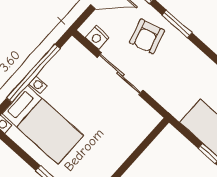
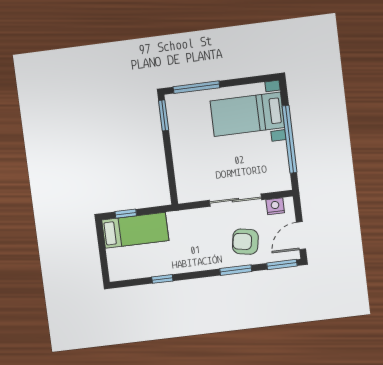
armchair: (147, 36) -> (245, 242), turned -64

